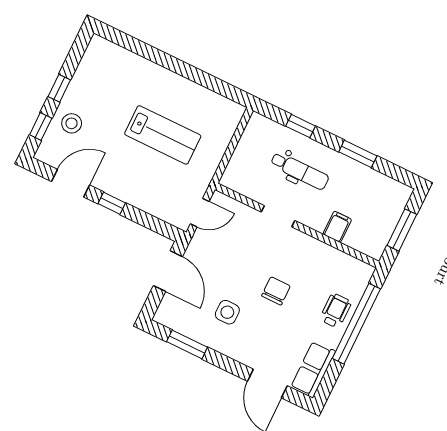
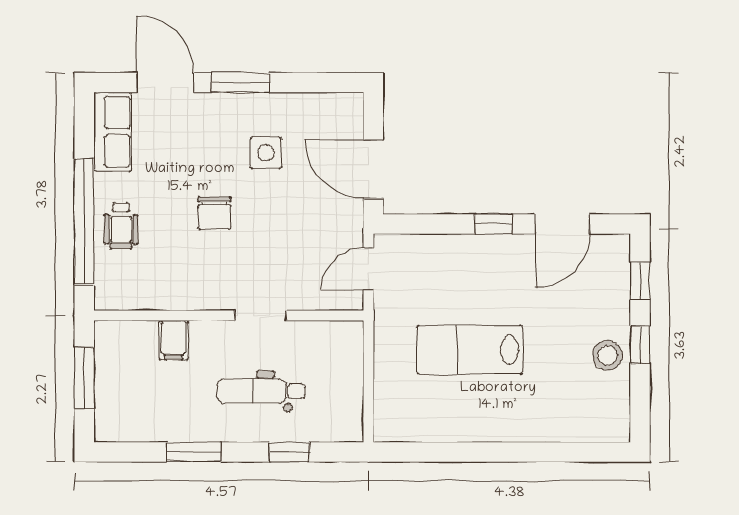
stool: (72, 123) -> (607, 356), moved
window: (187, 344) -> (241, 83), moved

